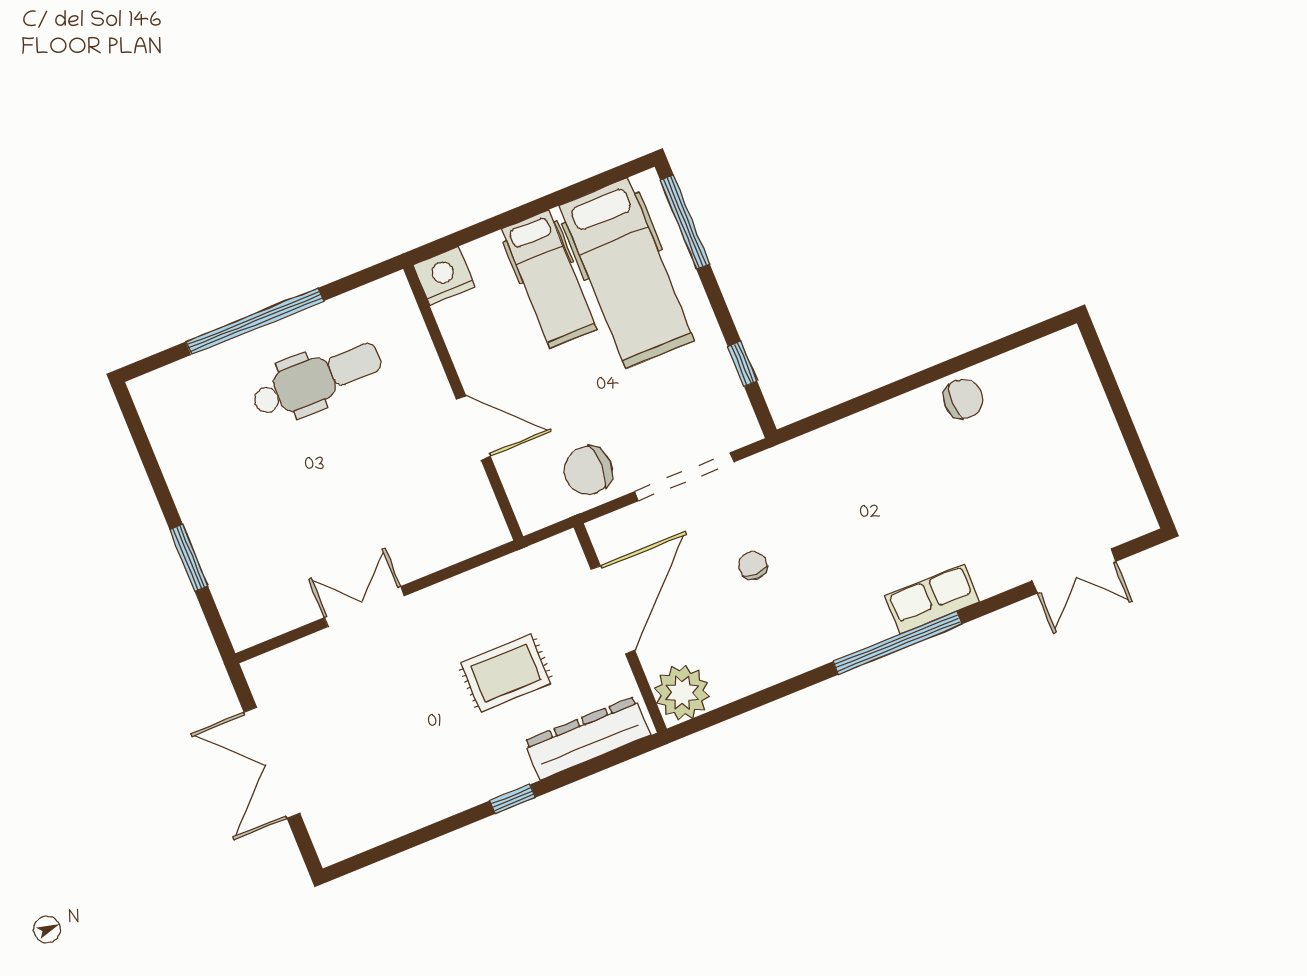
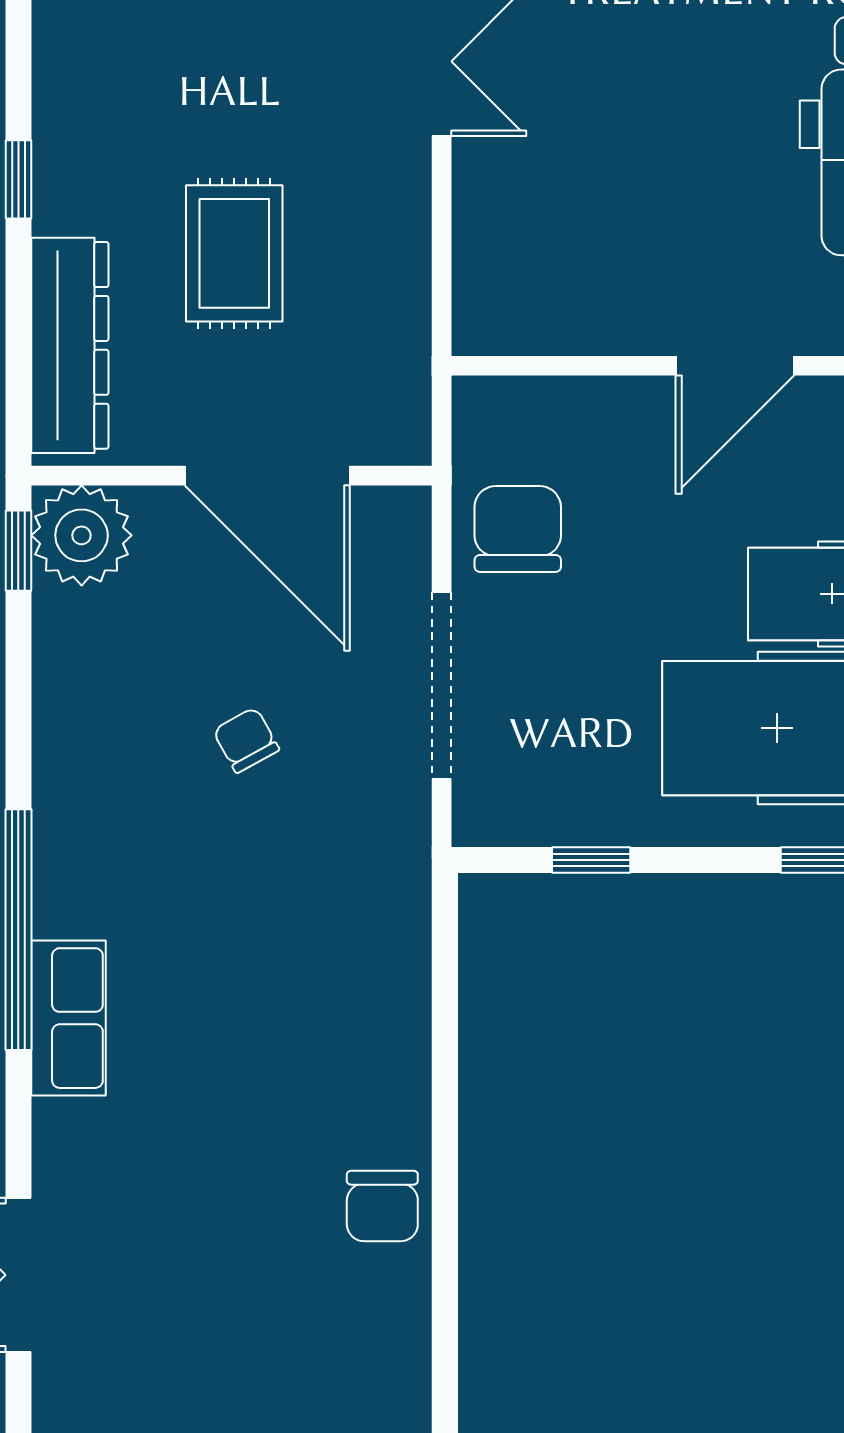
door: (473, 428) -> (735, 366), moved
chair: (753, 566) -> (246, 740), turned -119
window: (703, 722) -> (18, 551), added

